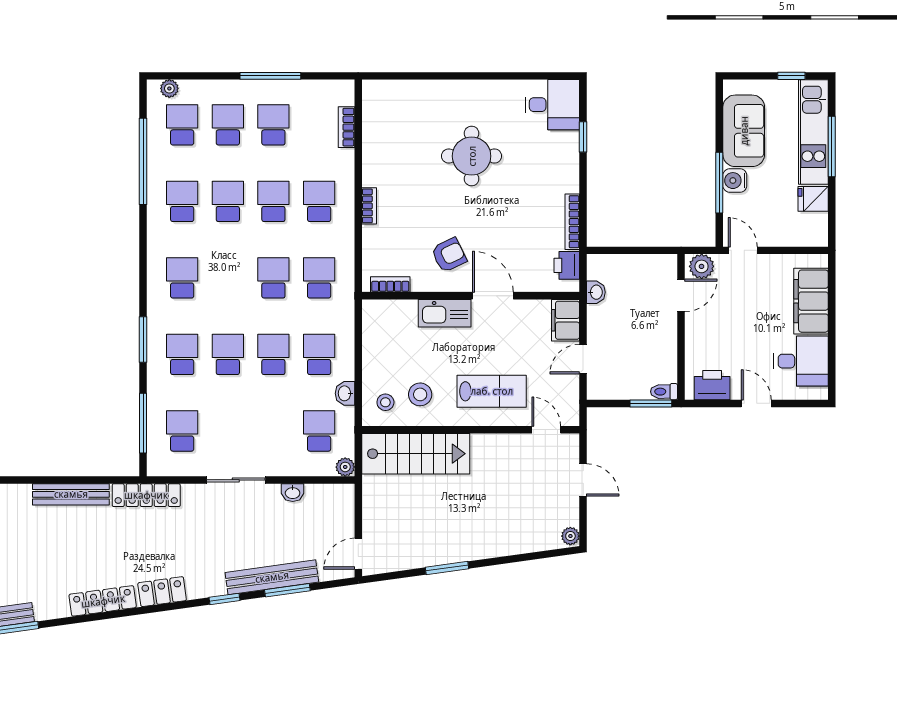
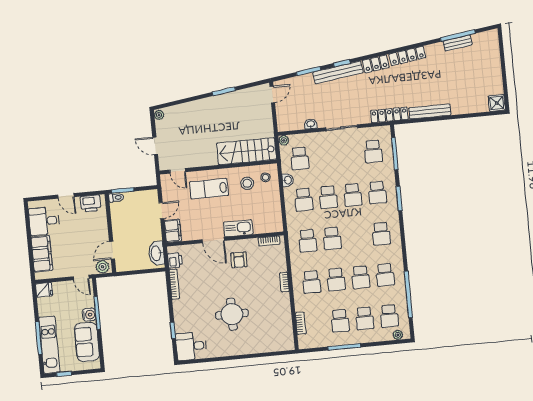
fridge: (813, 199) -> (44, 290), moved
armchair: (449, 255) -> (239, 260), turned -64
washbasin: (596, 292) -> (156, 253), width x1.91, depth x1.45
bench: (272, 577) -> (338, 72), moved

